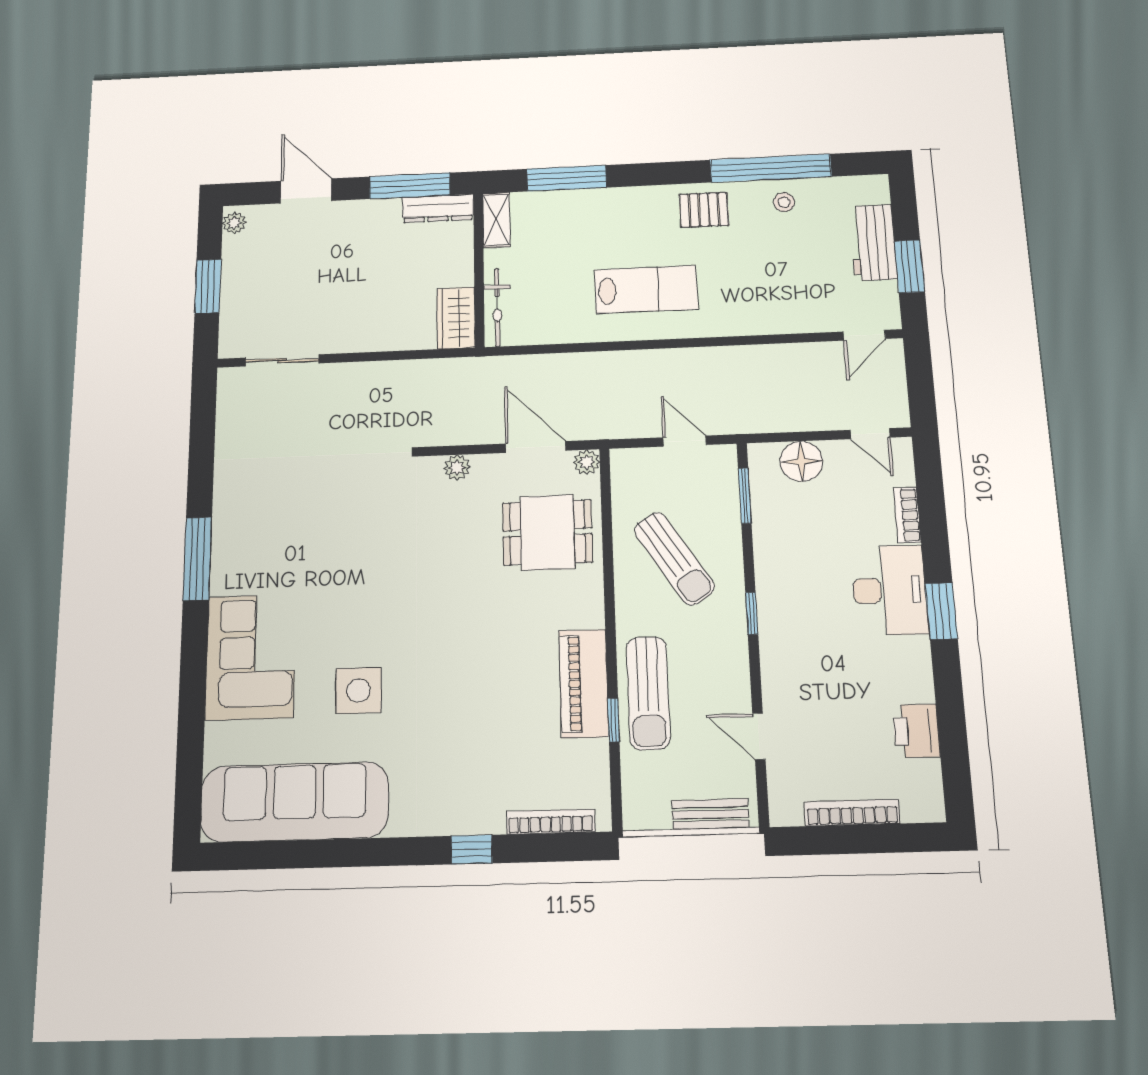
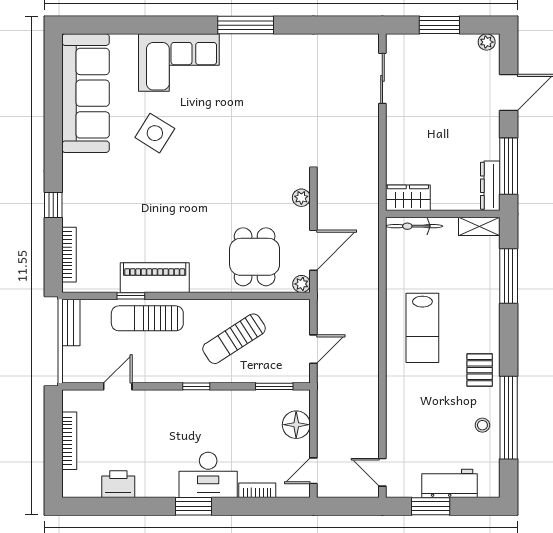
side table: (358, 690) -> (155, 133), turned 32
bench: (710, 814) -> (71, 322), moved

